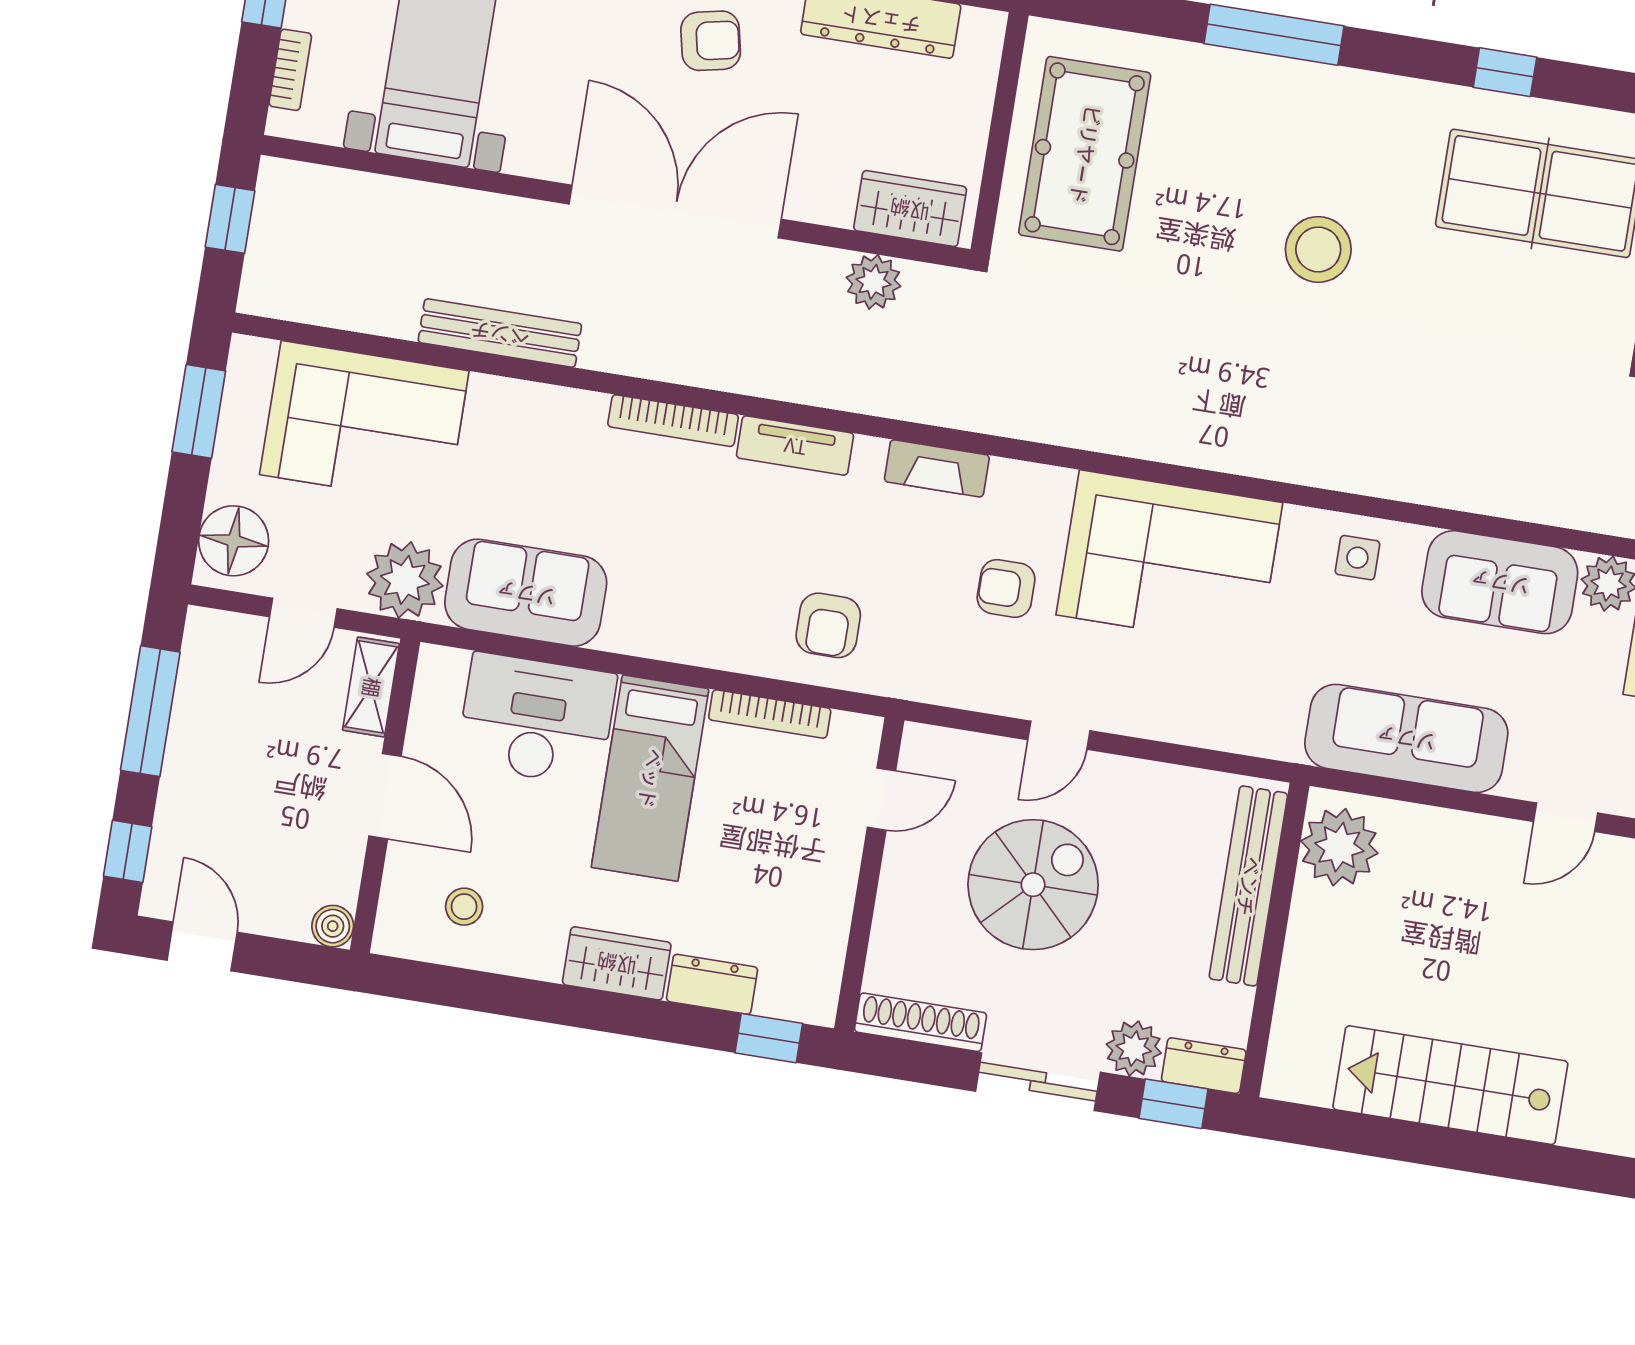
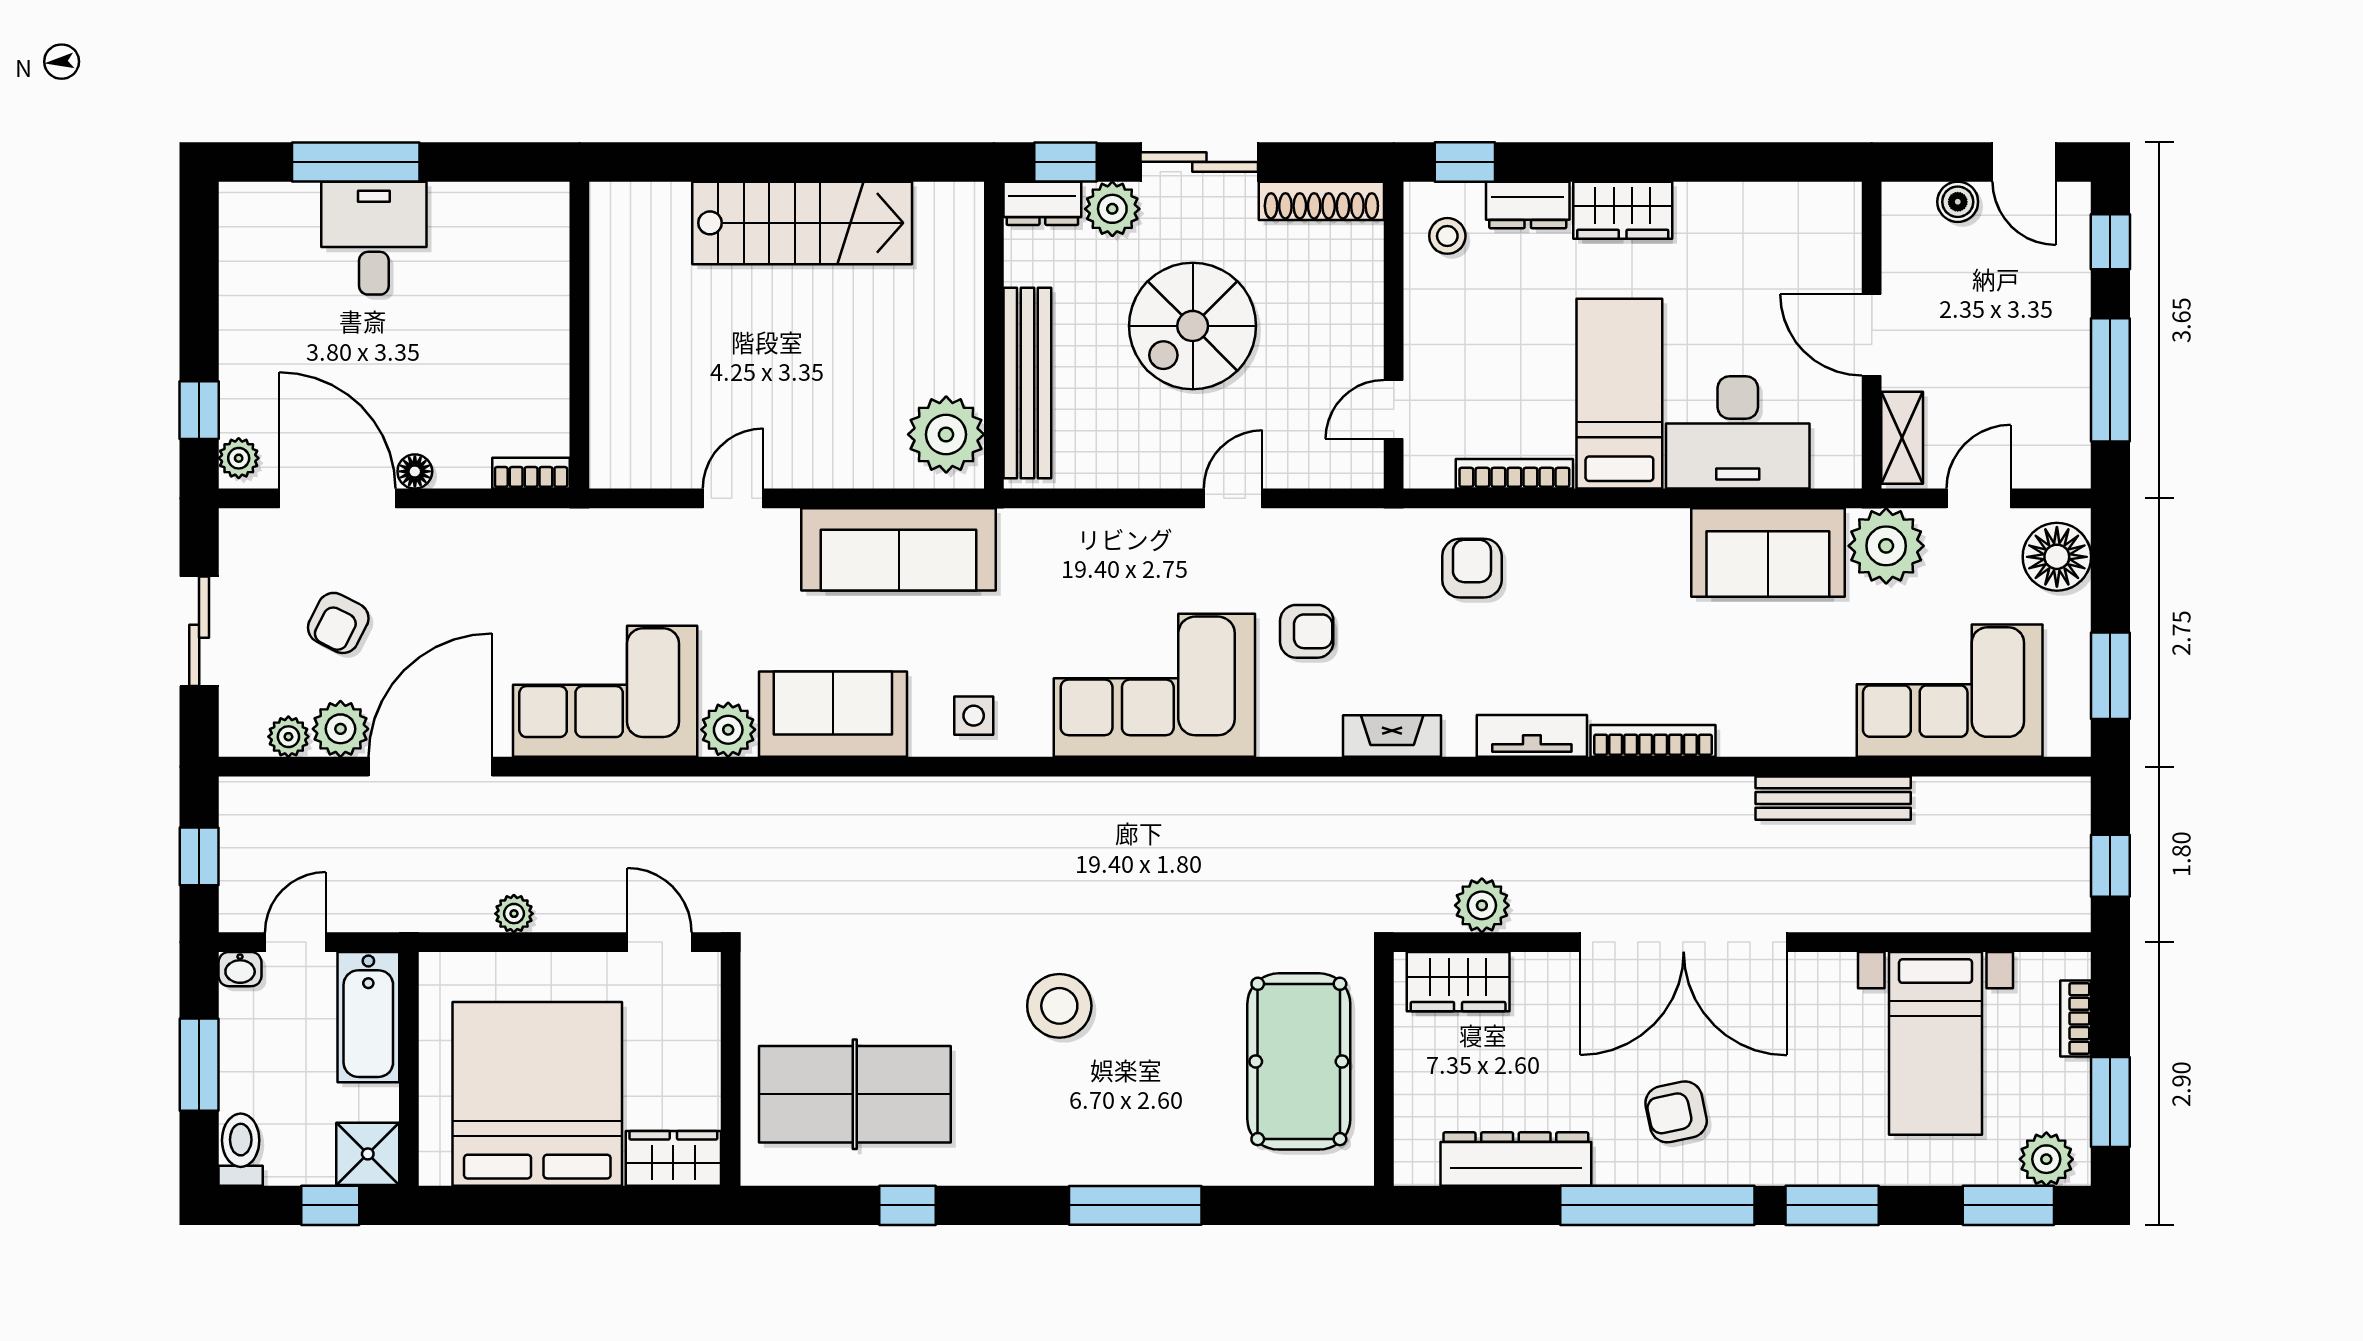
spiral stairs: (1033, 885) -> (1193, 326), moved
stool: (464, 907) -> (1447, 236), moved
boiler: (333, 926) -> (1958, 202), moved

